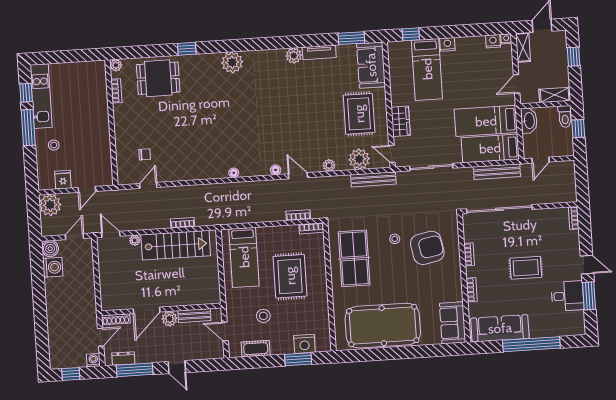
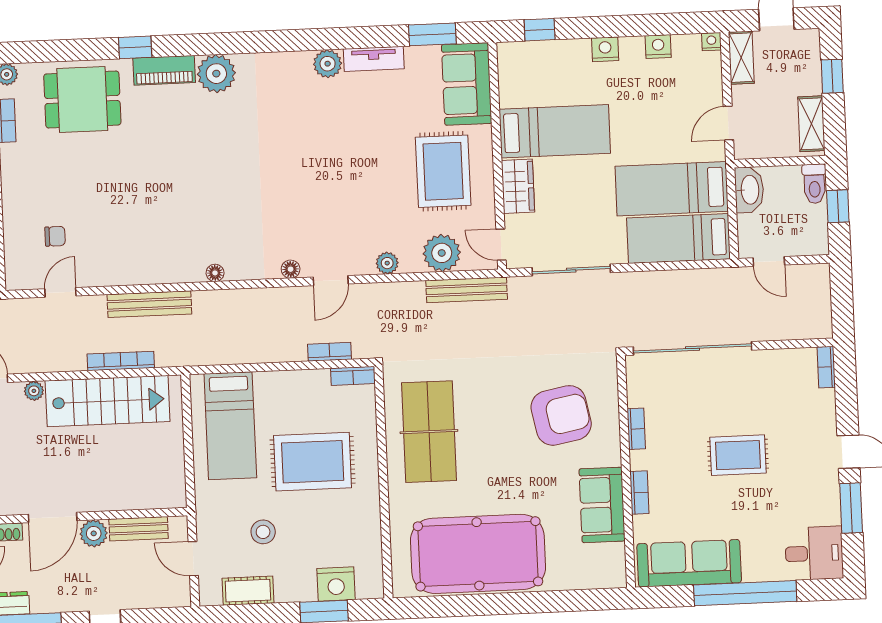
nightstand: (493, 41) -> (658, 47), moved
piano: (203, 61) -> (164, 70), added
bed: (427, 69) -> (555, 131), moved, turned -90
shelving: (555, 95) -> (811, 124), moved, turned 90
door: (541, 160) -> (769, 261), hinge flipped
bench: (497, 172) -> (149, 304), moved
door: (298, 176) -> (331, 281), swing flipped
bookcase: (183, 223) -> (121, 361), width x1.56
stool: (395, 239) -> (503, 398), removed
rug: (290, 276) -> (313, 462), turned 90
desk: (567, 296) -> (814, 553), moved
sofa: (453, 323) -> (602, 505), moved

